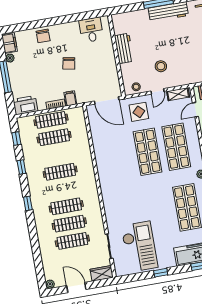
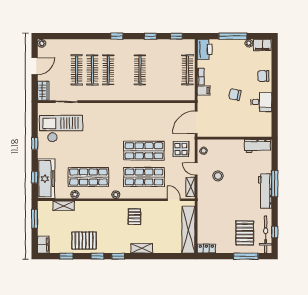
desk: (91, 30) -> (261, 102), moved
workbench: (124, 48) -> (257, 146), moved
clothes rail: (54, 137) -> (172, 70), removed
checkout: (139, 247) -> (61, 129), turned 180

